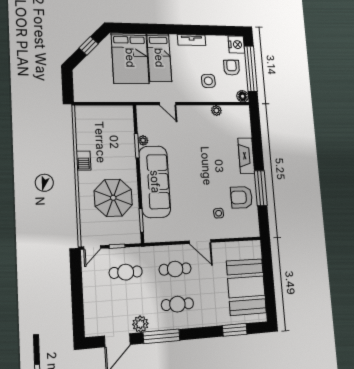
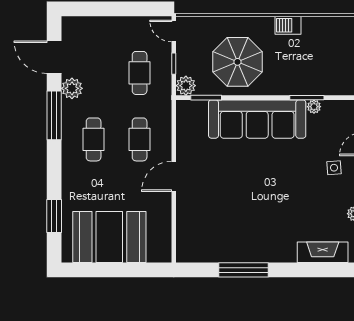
fireplace: (246, 156) -> (323, 252), moved
armchair: (242, 197) -> (232, 241), removed
side table: (219, 213) -> (334, 168), moved
plant: (133, 236) -> (186, 86), added

